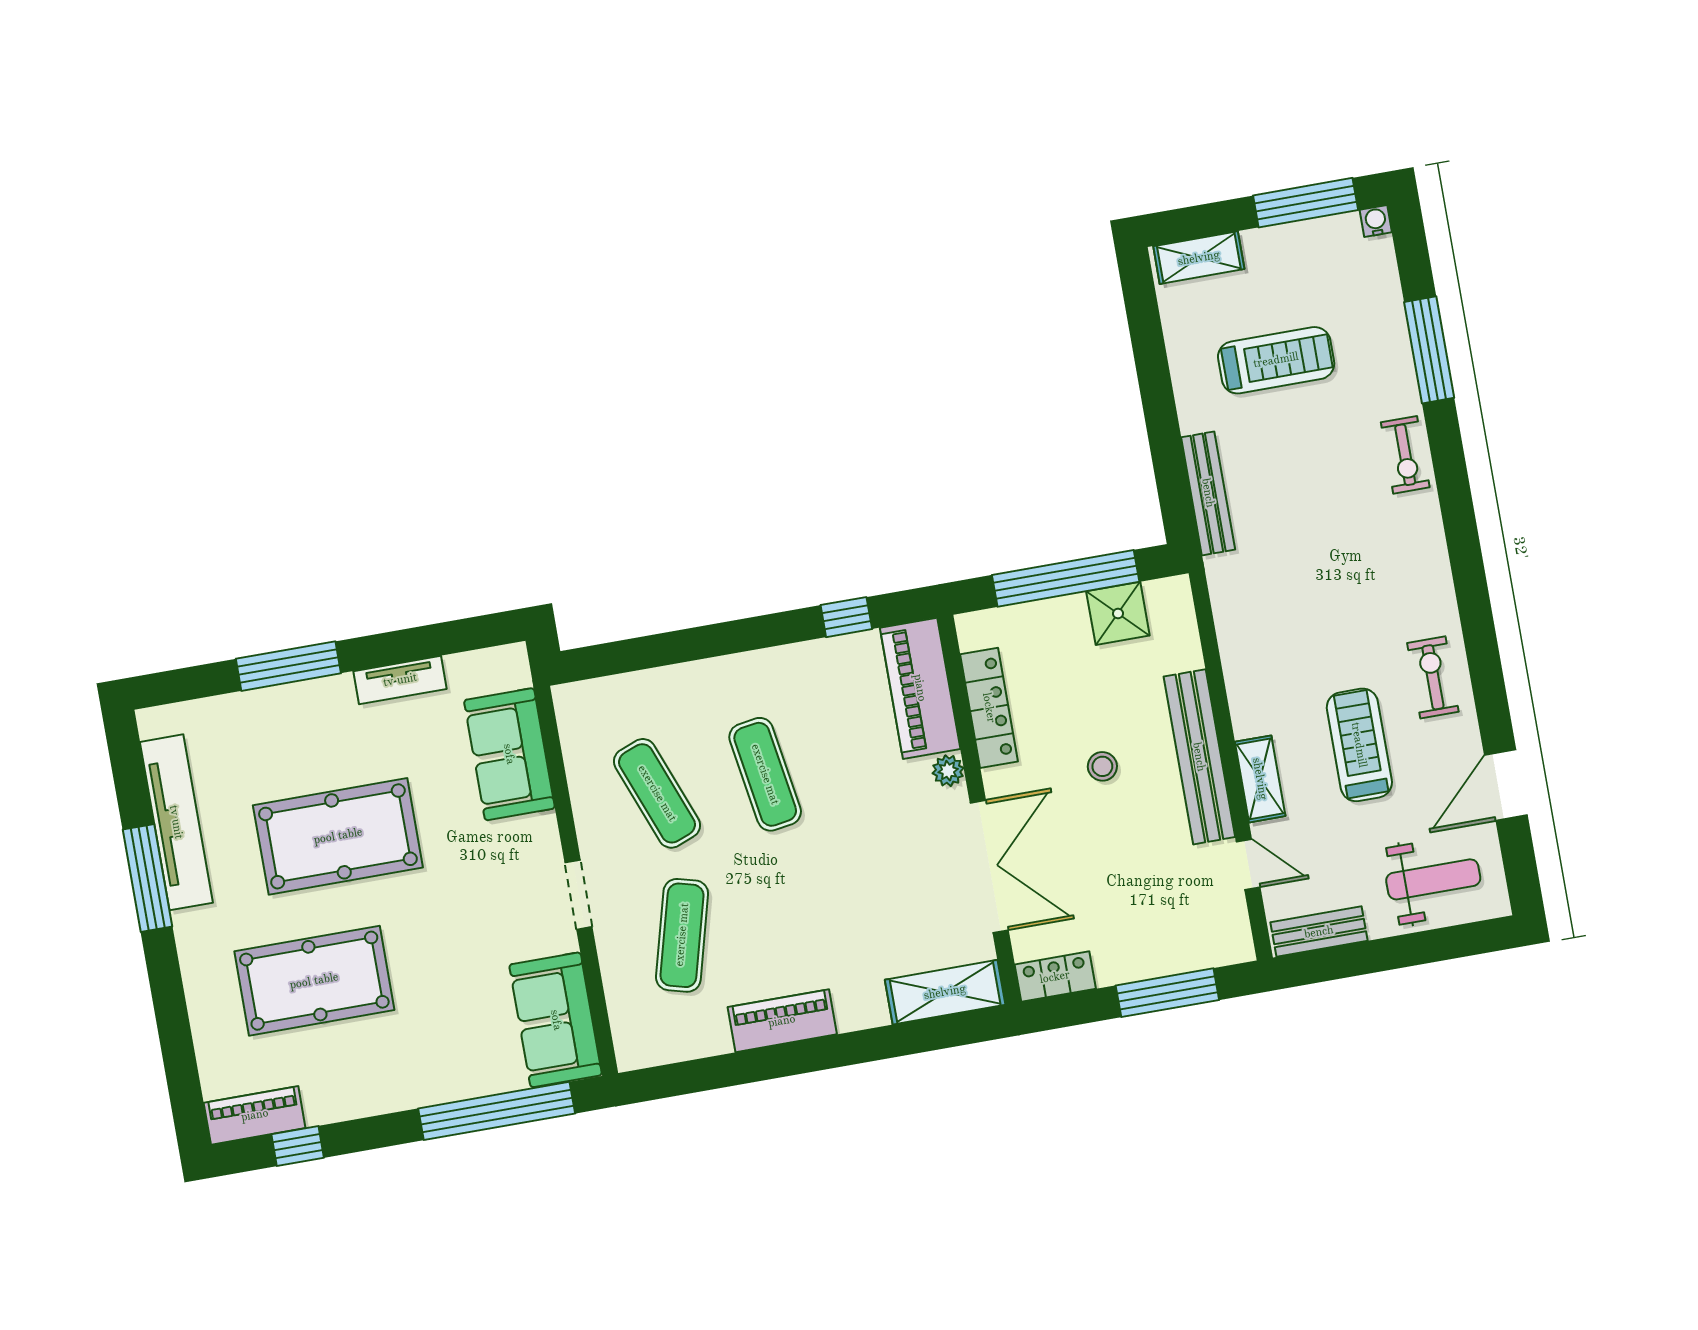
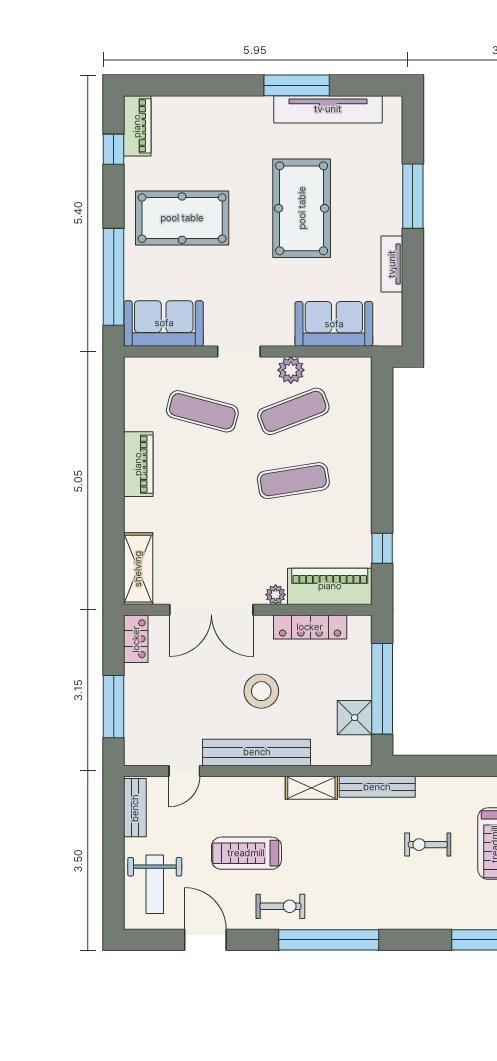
exercise bike: (1405, 455) -> (428, 845), moved
bench: (1208, 493) -> (377, 787), moved
window: (1472, 593) -> (329, 940), added
treadmill: (1359, 745) -> (246, 853), turned 180
stool: (1102, 766) -> (261, 691), width x1.89, depth x1.89
shelving: (1260, 779) -> (311, 788), moved
plant: (593, 809) -> (291, 370), added
pool table: (314, 981) -> (182, 218), moved, turned 90

